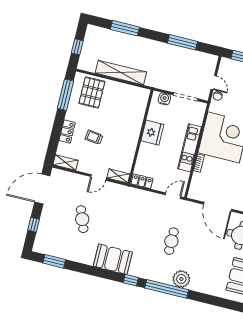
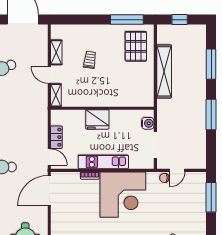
window: (183, 42) -> (211, 114), moved
pallet: (92, 92) -> (136, 46), turned 90
locker: (67, 132) -> (89, 31), removed
fridge: (152, 133) -> (97, 119), moved
shelving: (66, 163) -> (56, 52), moved
locker: (142, 181) -> (56, 137), moved
door: (218, 207) -> (49, 191), moved

